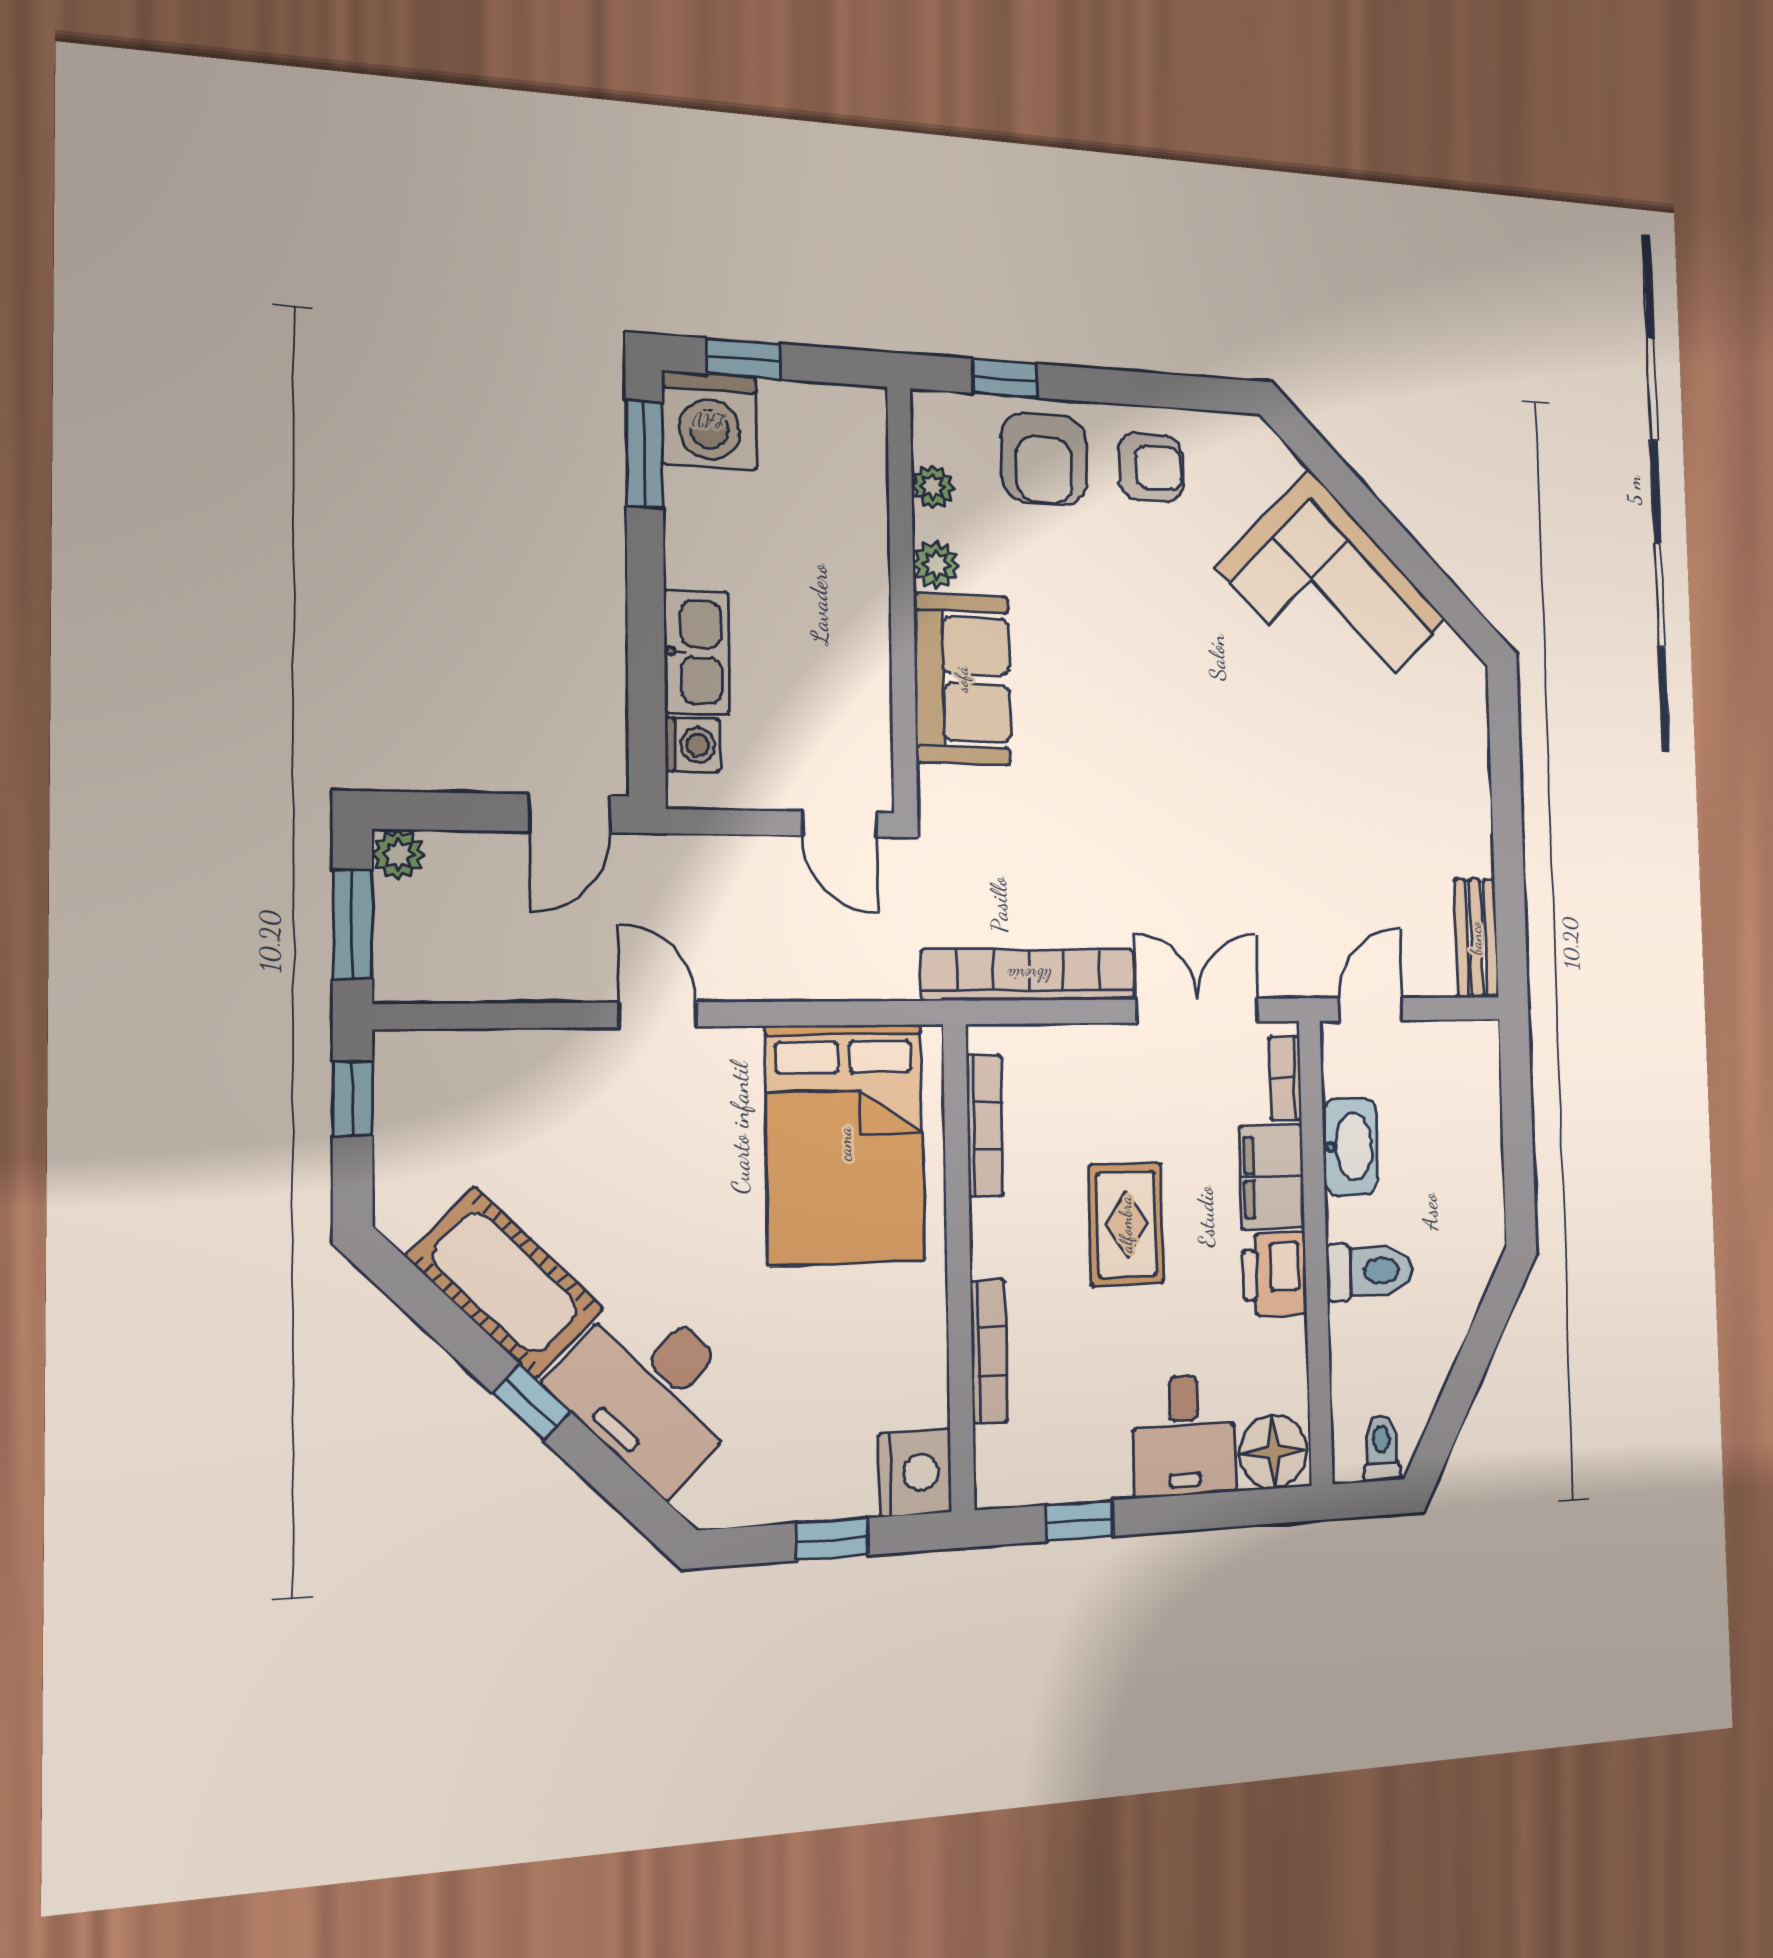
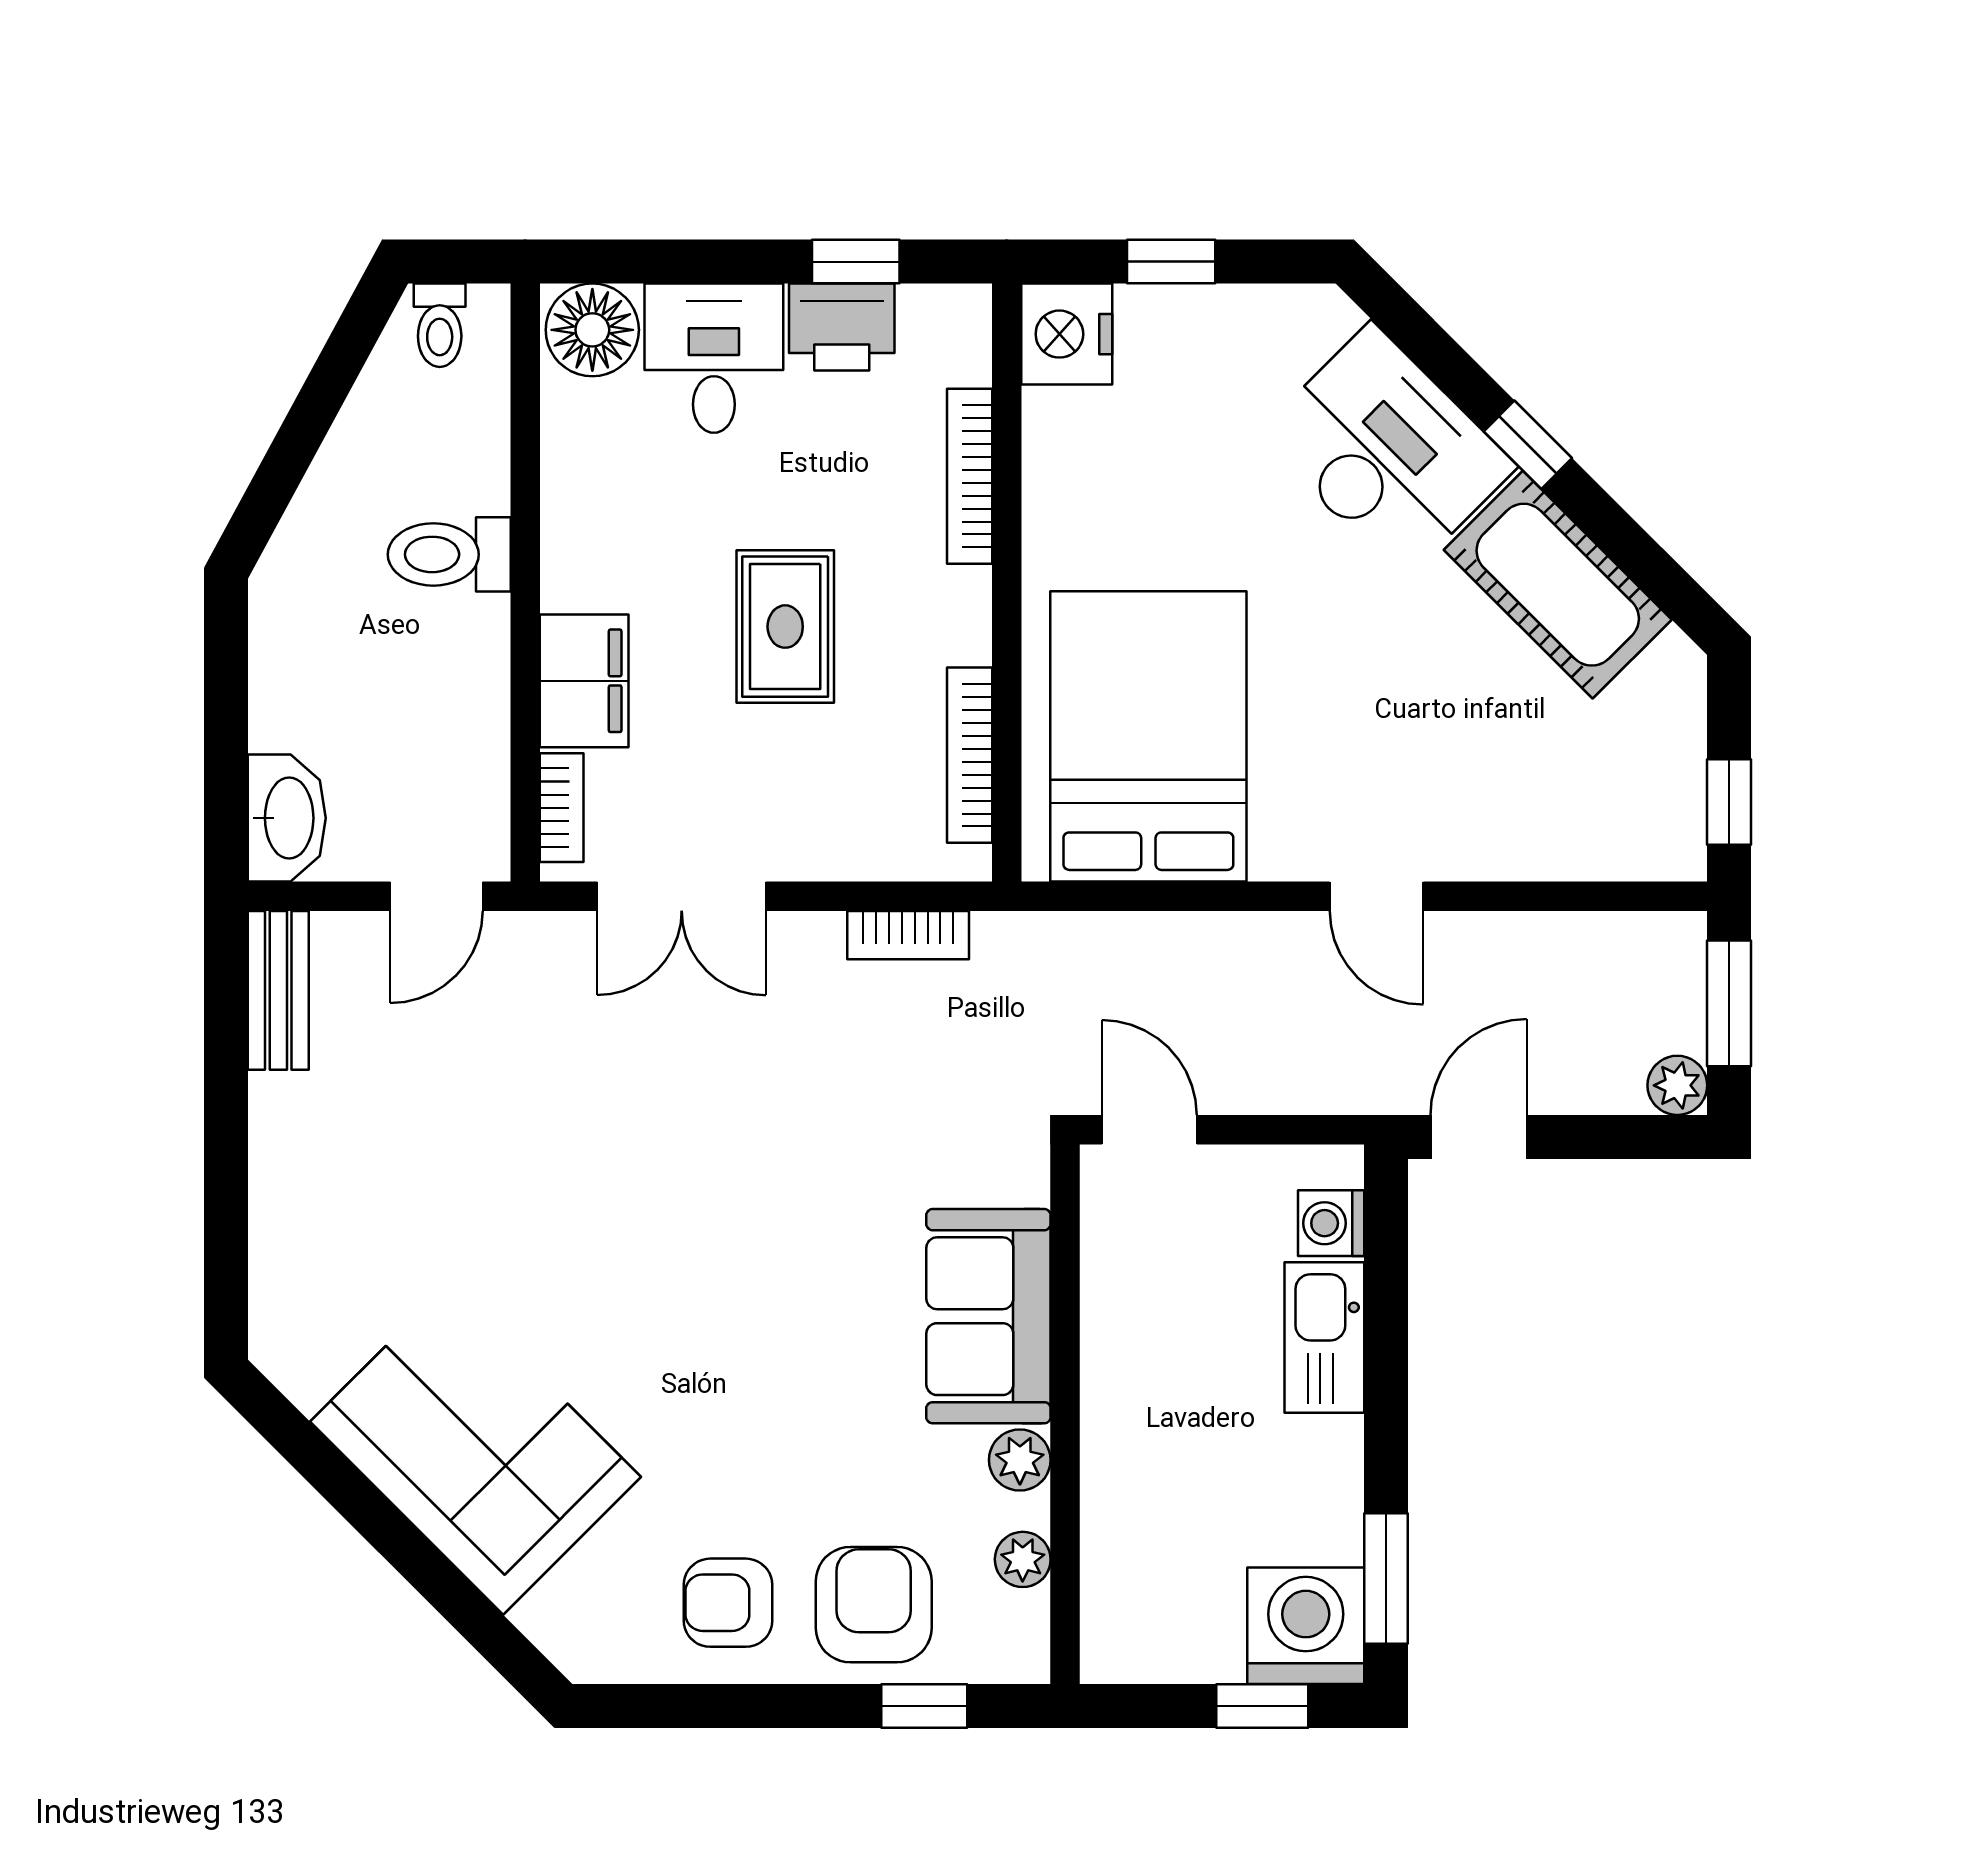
bookcase: (1029, 975) -> (908, 935), width x0.43, depth x0.76
washbasin: (1350, 1147) -> (287, 818), moved, turned 180
printer: (1275, 1274) -> (842, 327), moved, turned 90

